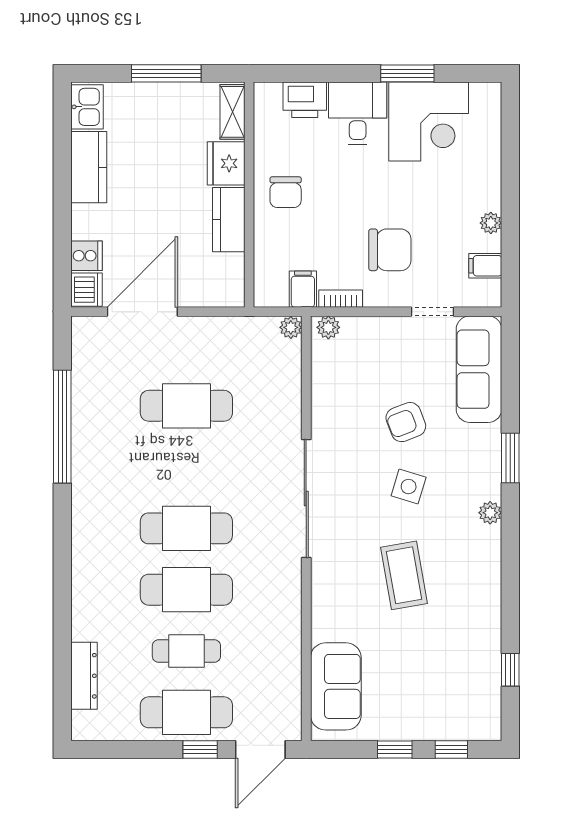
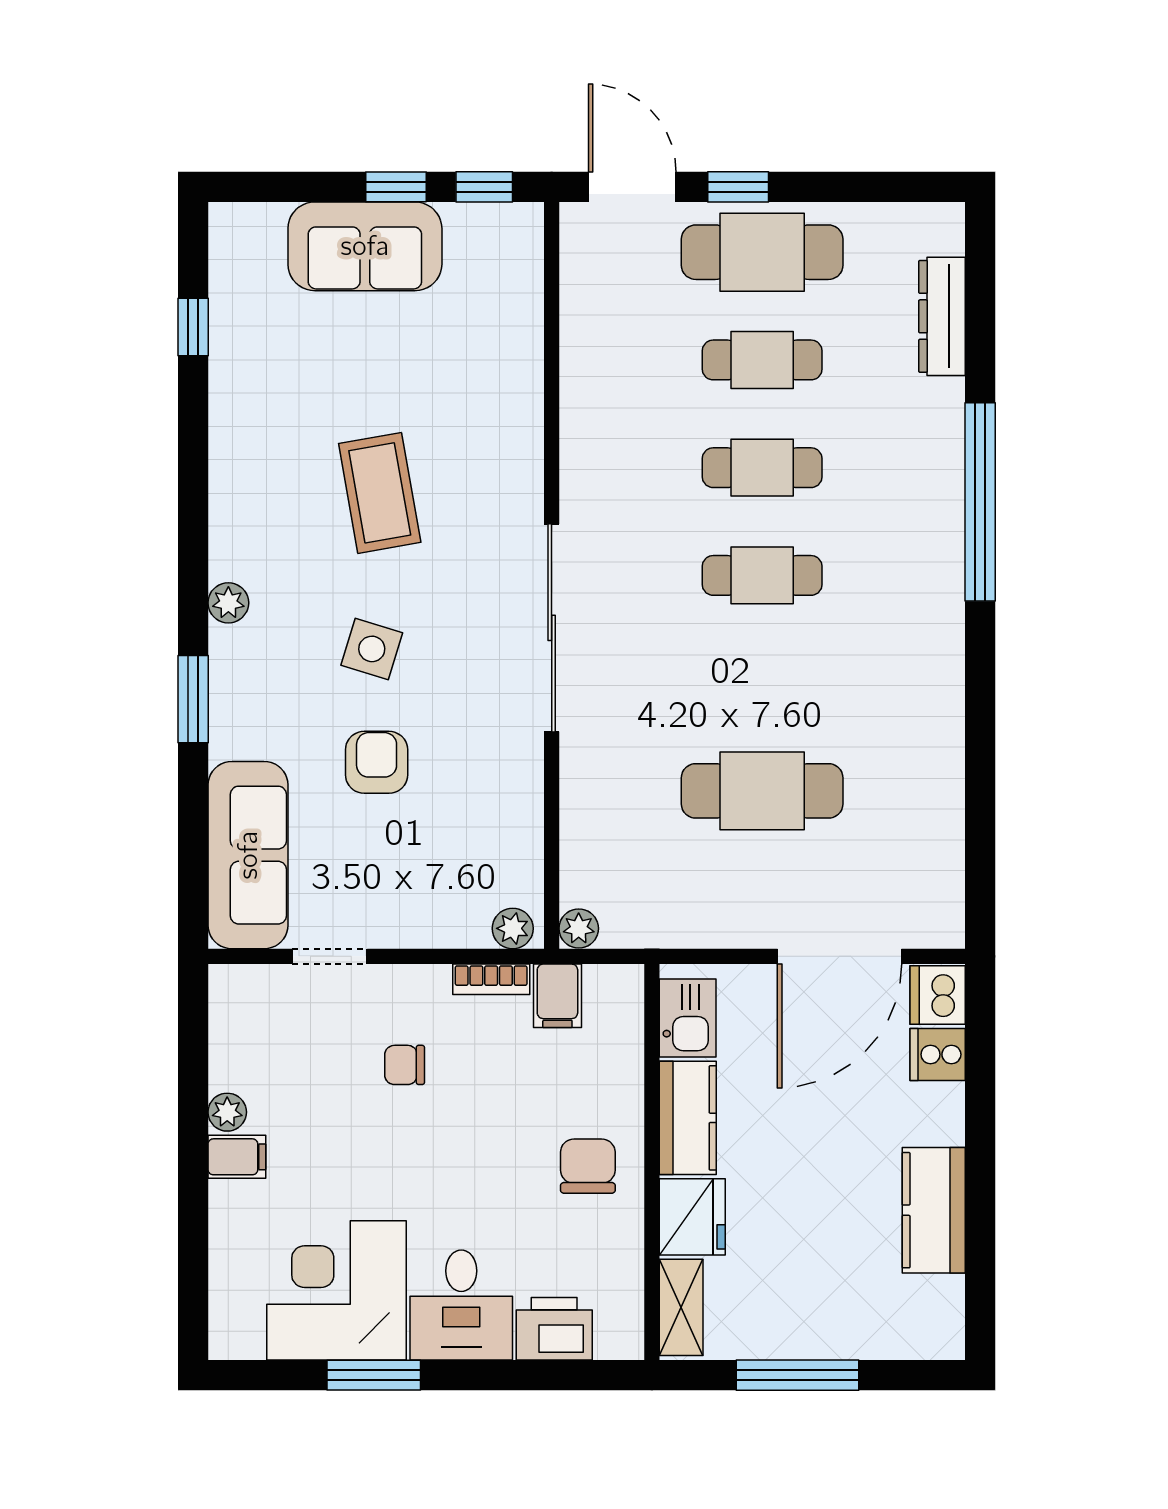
kitchen sink: (87, 107) -> (688, 1018), moved, turned 180
chair: (390, 250) -> (405, 1065), width x0.54, depth x0.54
filing cabinet: (485, 266) -> (237, 1157), moved
armchair: (406, 422) -> (377, 762), turned -69
window: (62, 427) -> (980, 502), moved
cafe table: (186, 528) -> (762, 575), width x0.73, depth x0.74
cafe table: (186, 590) -> (762, 468), width x0.73, depth x0.74
sofa: (336, 686) -> (365, 246), moved, turned -90
door: (260, 749) -> (632, 187), hinge flipped
window: (451, 749) -> (484, 187), moved

